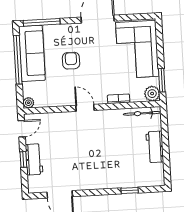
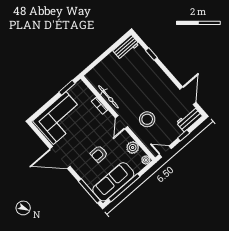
plant: (152, 94) -> (133, 148), moved
bicycle: (142, 113) -> (108, 97), moved
stool: (68, 136) -> (147, 119), added
workbench: (155, 147) -> (126, 47), moved
workbench: (34, 159) -> (189, 119), moved

